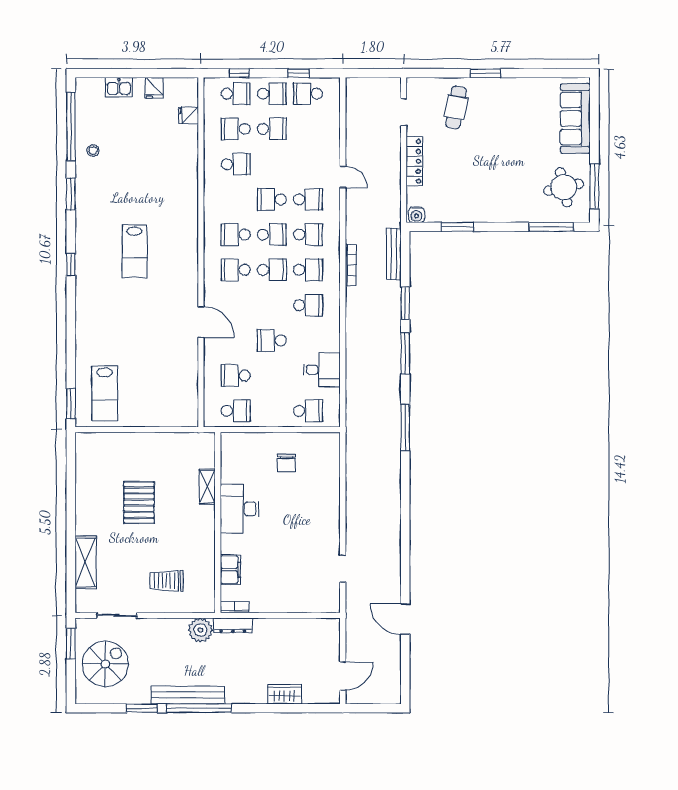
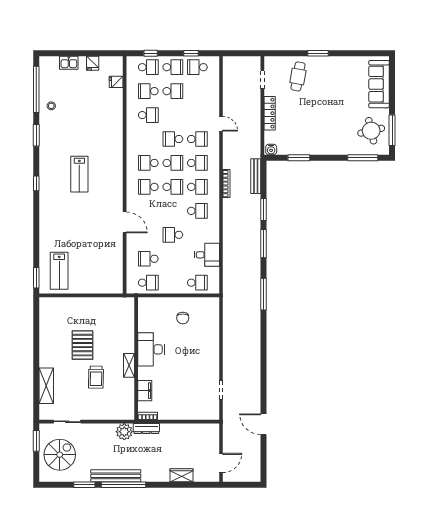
shelving: (207, 486) -> (129, 365), moved
trolley: (166, 581) -> (96, 377), moved, turned -89

